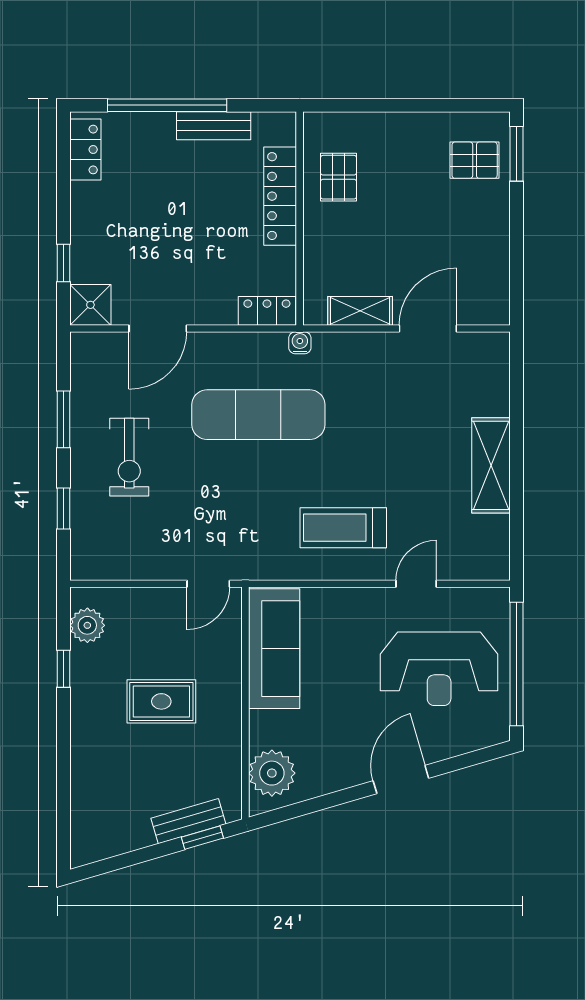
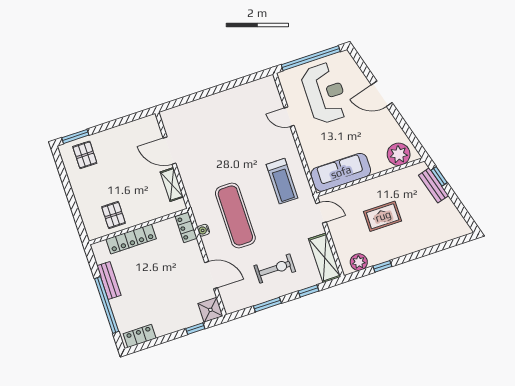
pallet: (338, 177) -> (114, 215), turned 90
water cooler: (300, 343) -> (203, 230), moved
shelving: (491, 465) -> (325, 258), moved, turned 90
treadmill: (343, 528) -> (282, 181), moved
rug: (161, 701) -> (383, 216), turned 90

